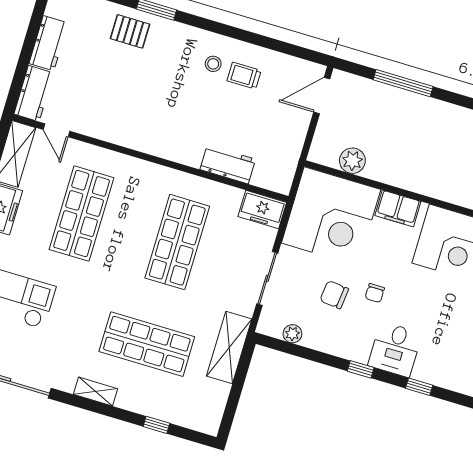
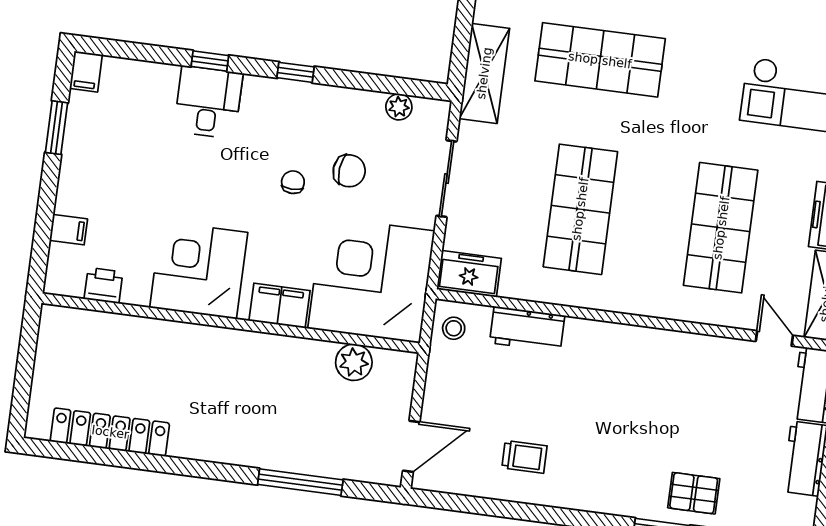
stool: (213, 64) -> (454, 328), moved
desk: (395, 349) -> (208, 102), moved

